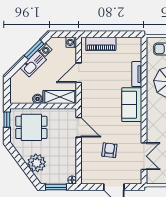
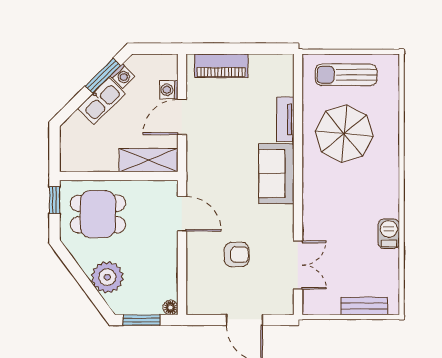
washing machine: (71, 42) -> (169, 90), moved
boiler: (38, 99) -> (109, 163), removed
armchair: (109, 150) -> (237, 255), turned 83

